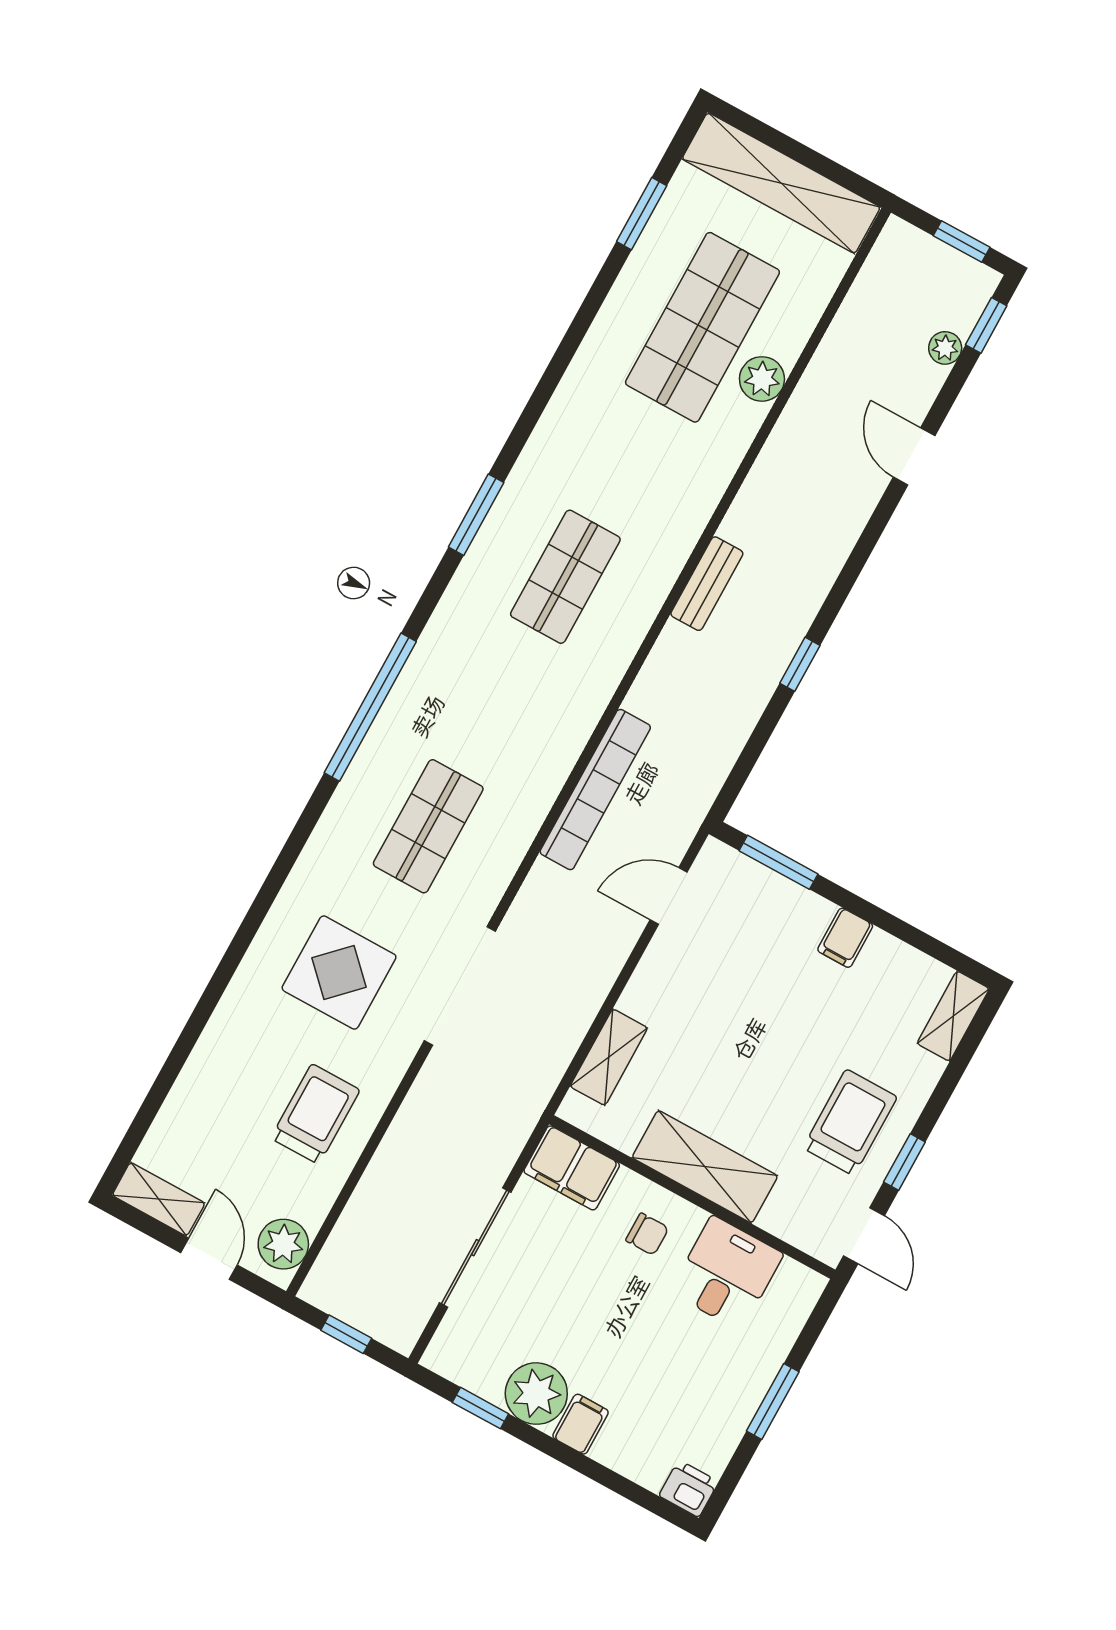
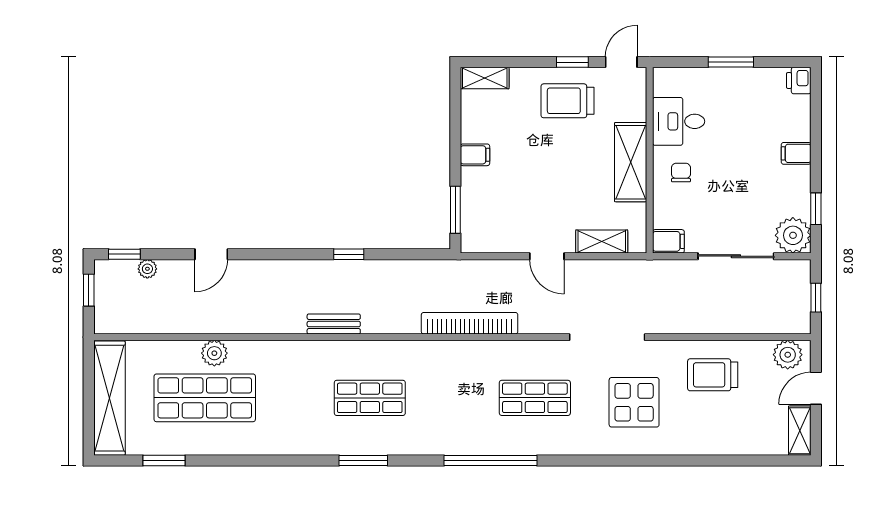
door: (669, 896) -> (547, 256), moved
filing cabinet: (572, 1168) -> (668, 241), width x0.50
plant: (536, 1394) -> (793, 235), moved

